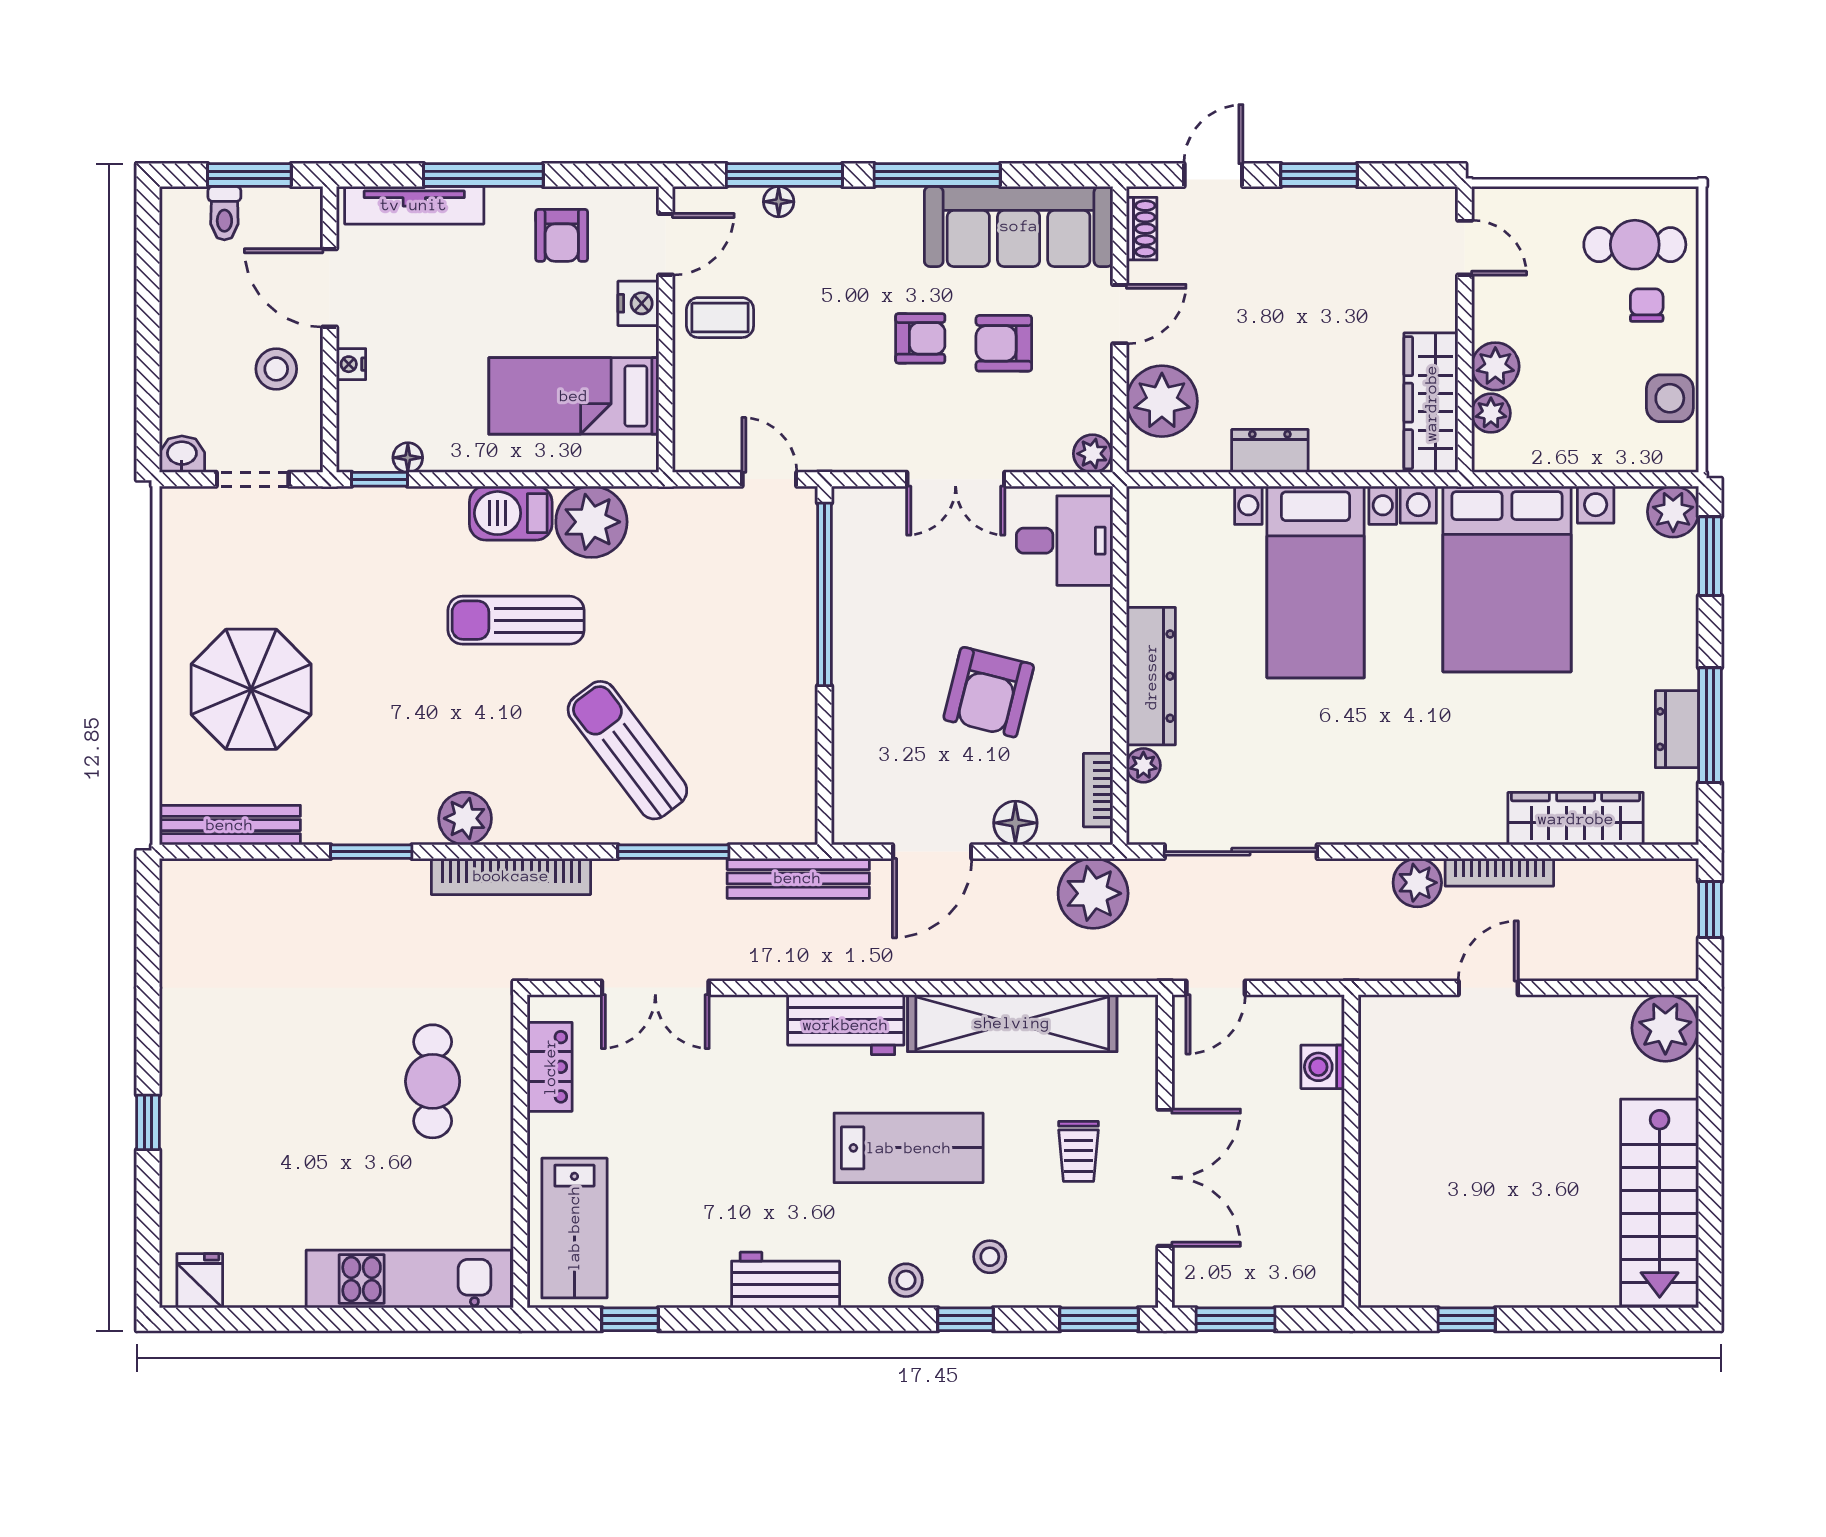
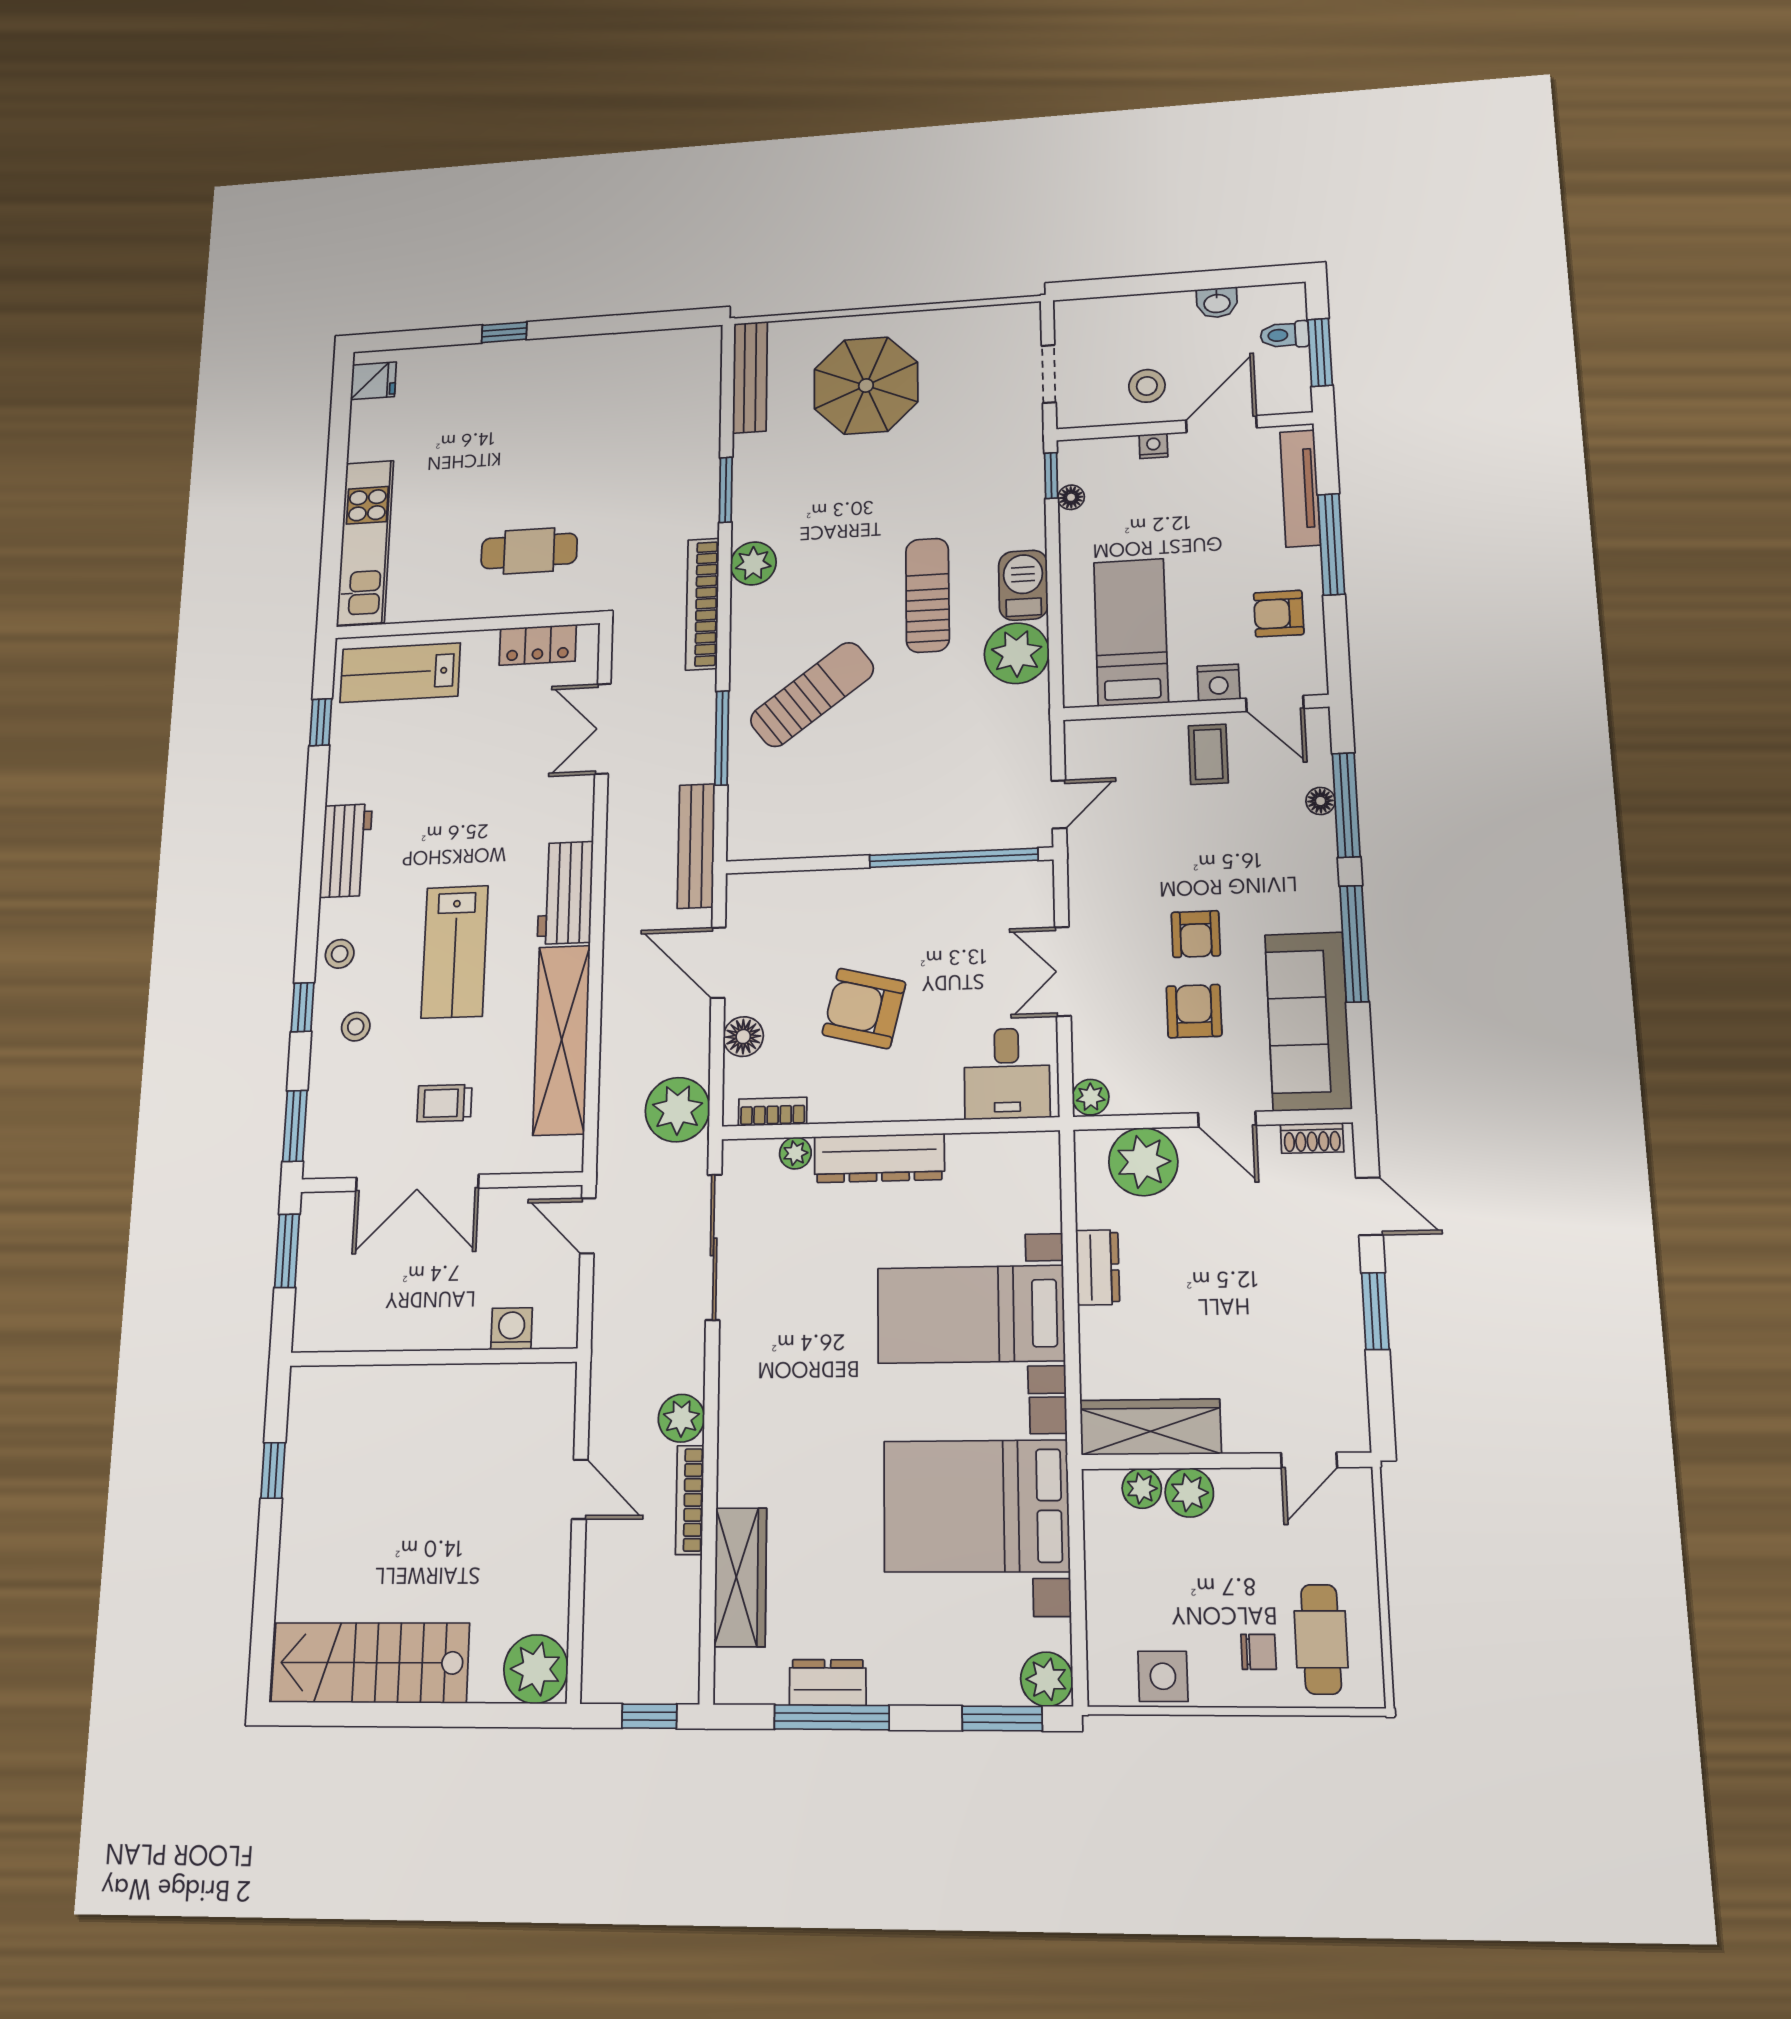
washbasin: (182, 454) -> (1217, 303), moved, turned 90

